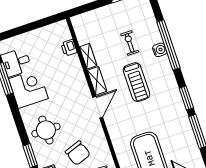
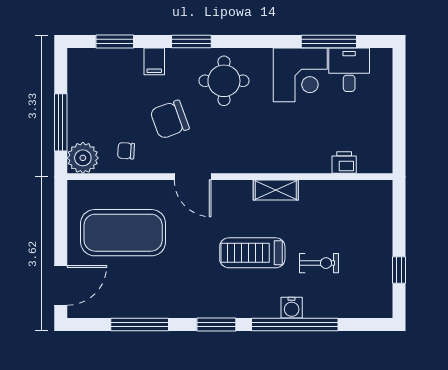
shelving: (88, 56) -> (320, 189), removed
window: (186, 98) -> (216, 324), moved
door: (98, 107) -> (193, 177), moved

